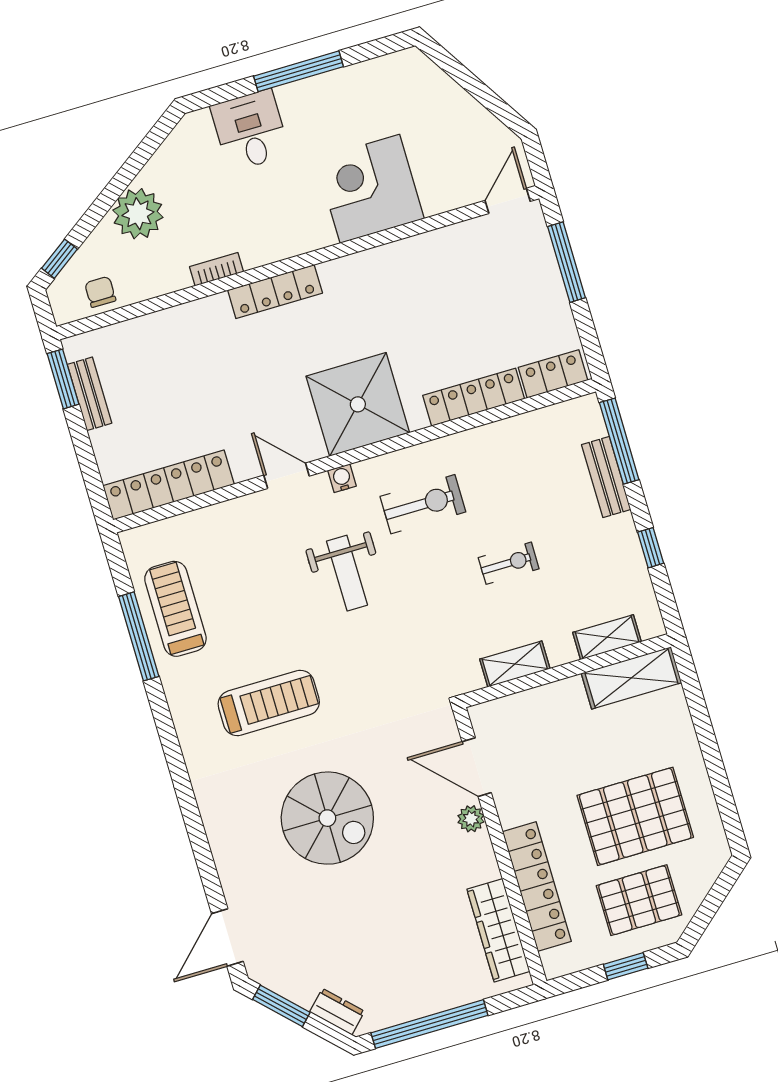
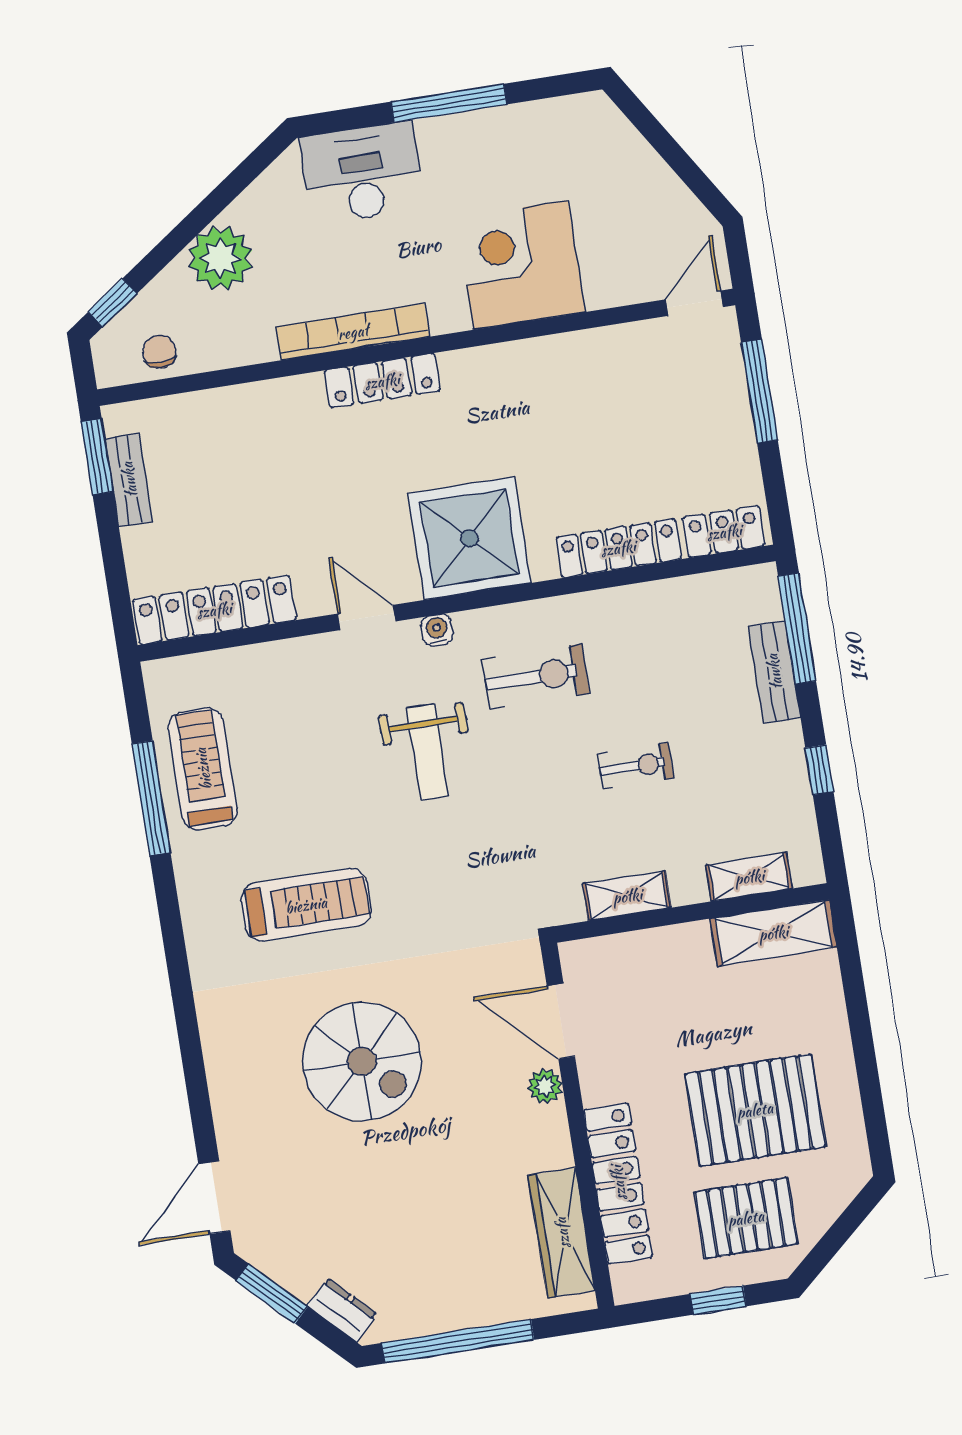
desk: (250, 130) -> (362, 173), width x1.37
bookcase: (216, 269) -> (353, 332), width x2.31, depth x1.31

